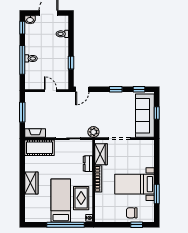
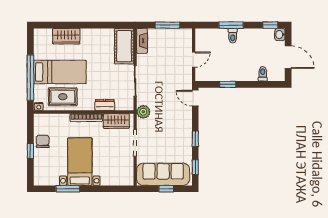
window: (22, 60) -> (231, 25), width x0.69
wardrobe: (31, 183) -> (66, 36), moved
chair: (132, 213) -> (43, 141), moved
window: (137, 225) -> (30, 151), moved

